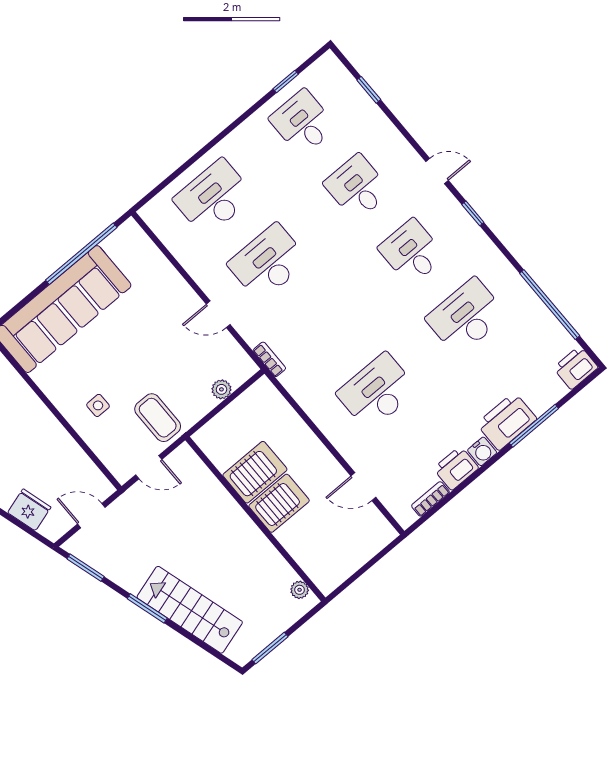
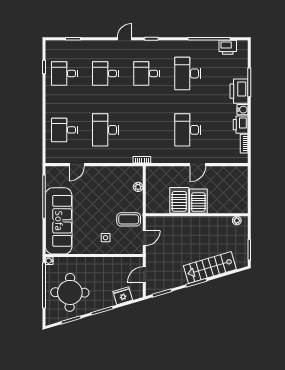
desk: (214, 198) -> (65, 130), width x0.73
door: (218, 314) -> (77, 165), moved
printer: (576, 368) -> (228, 47), moved, turned -90
door: (363, 487) -> (198, 165), moved

